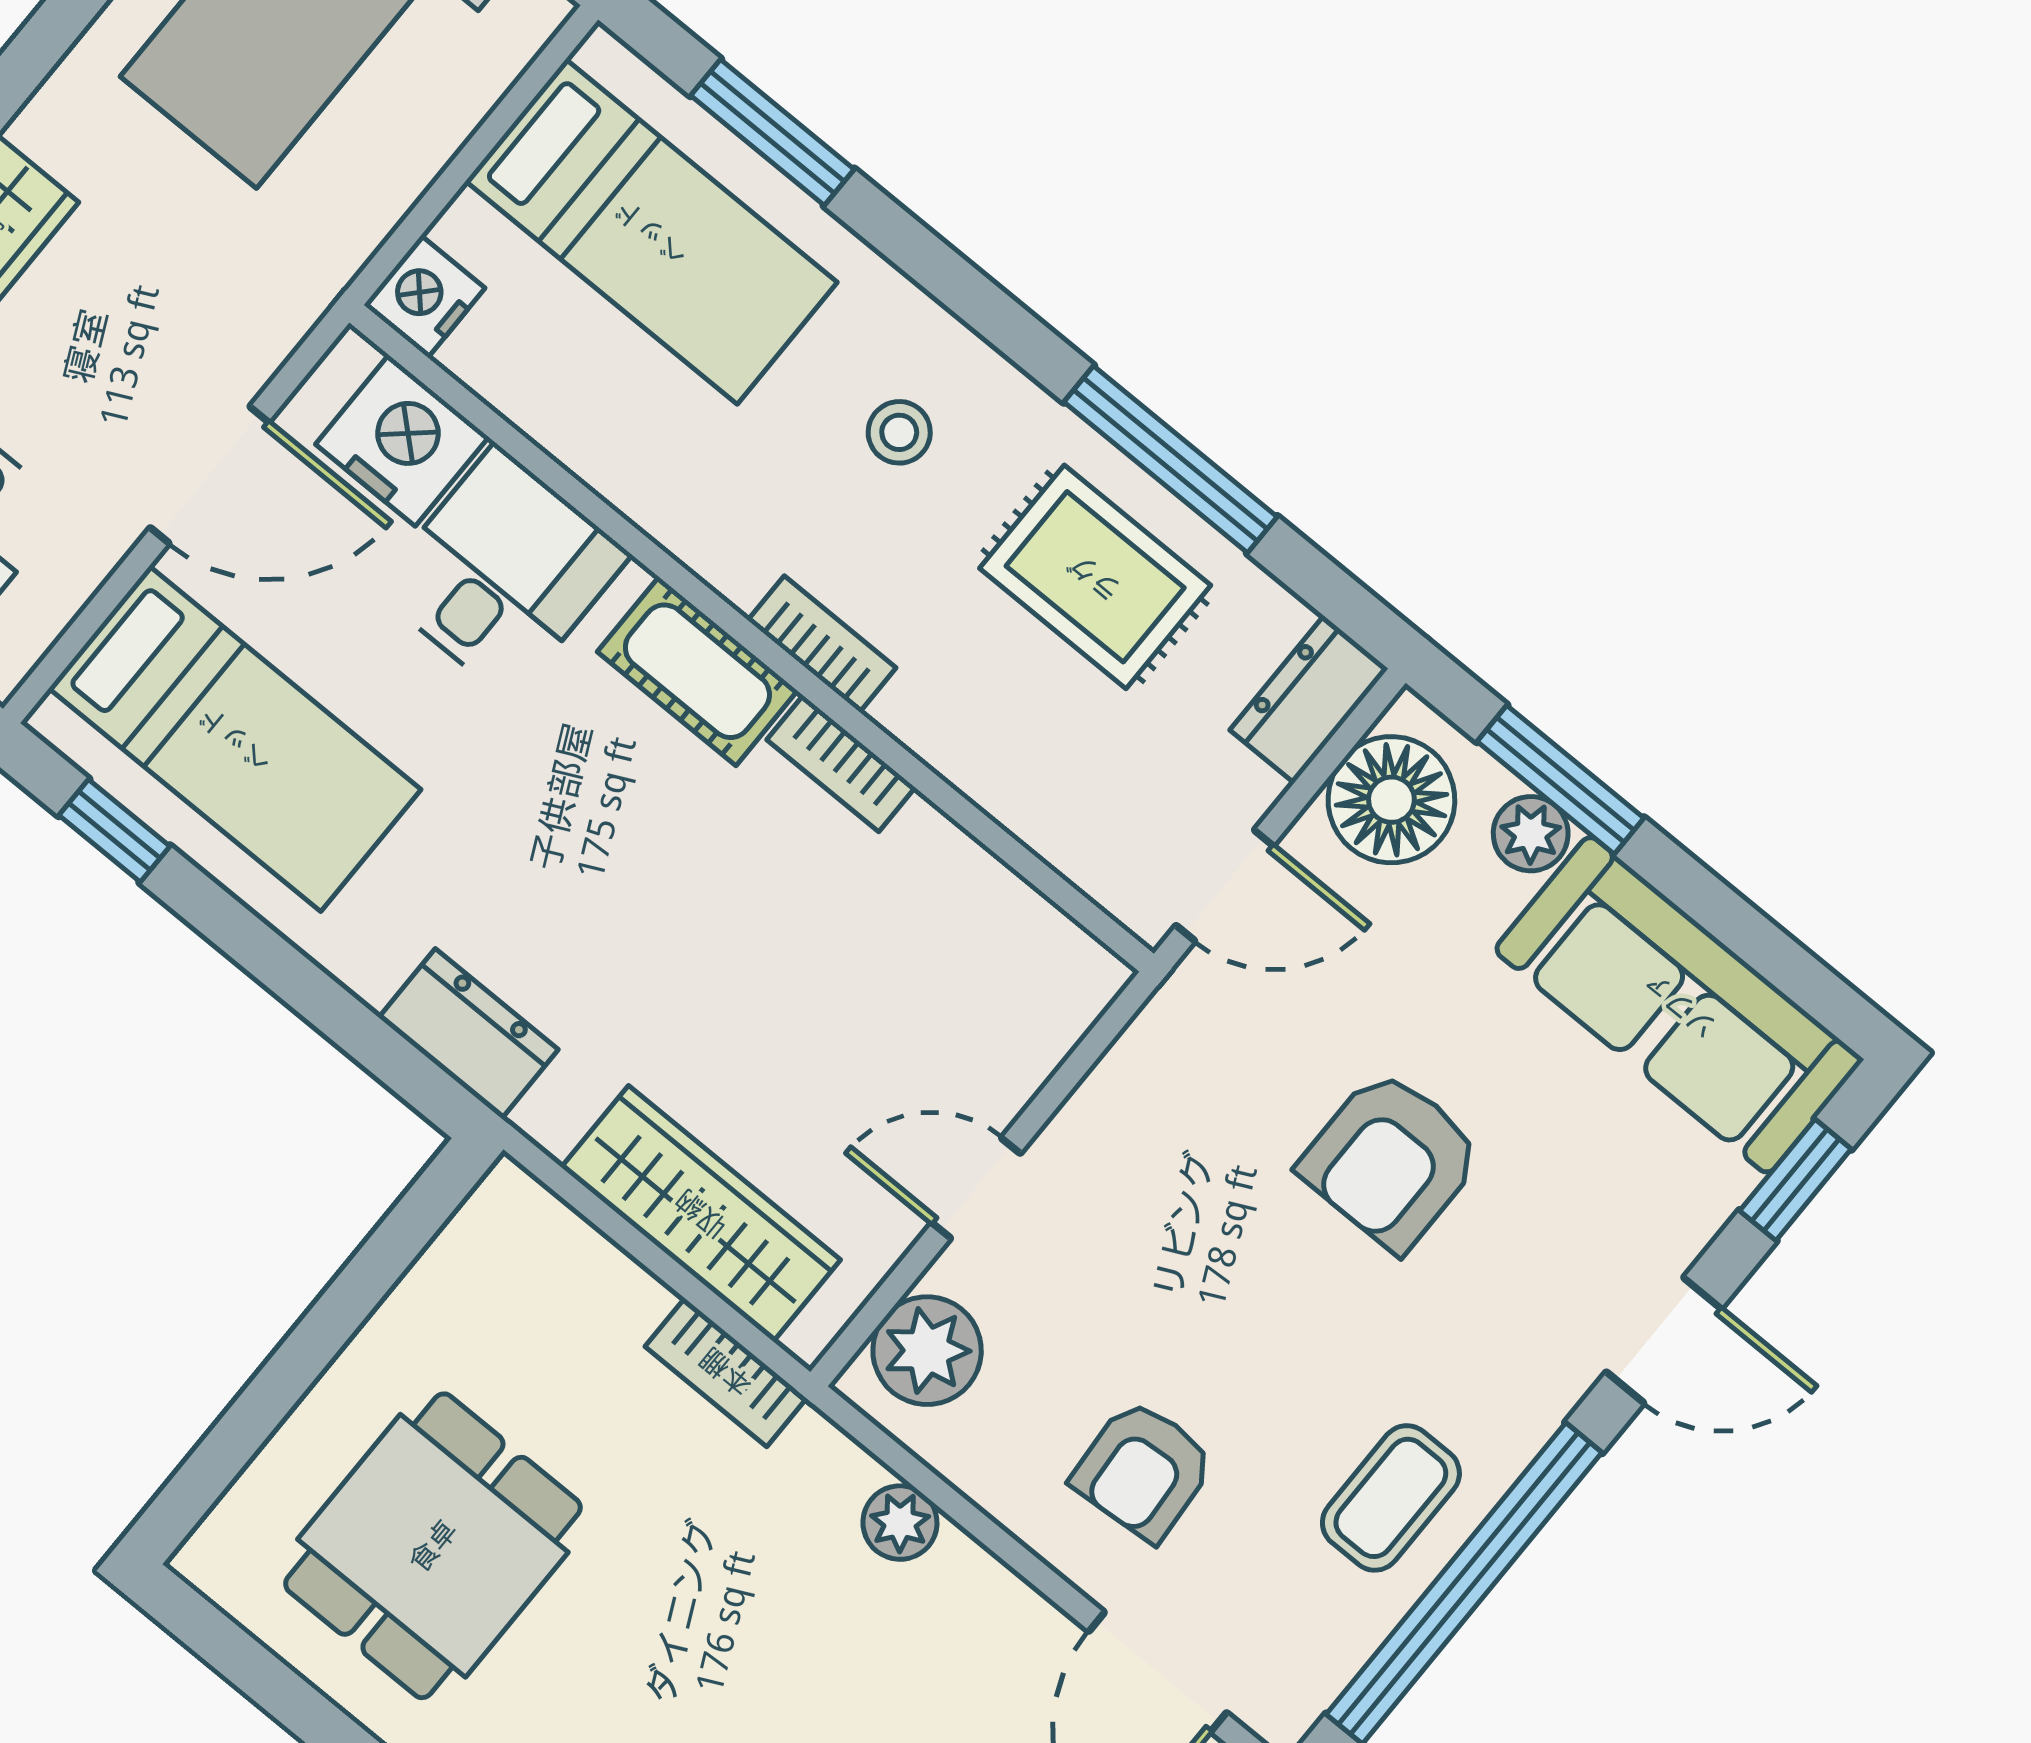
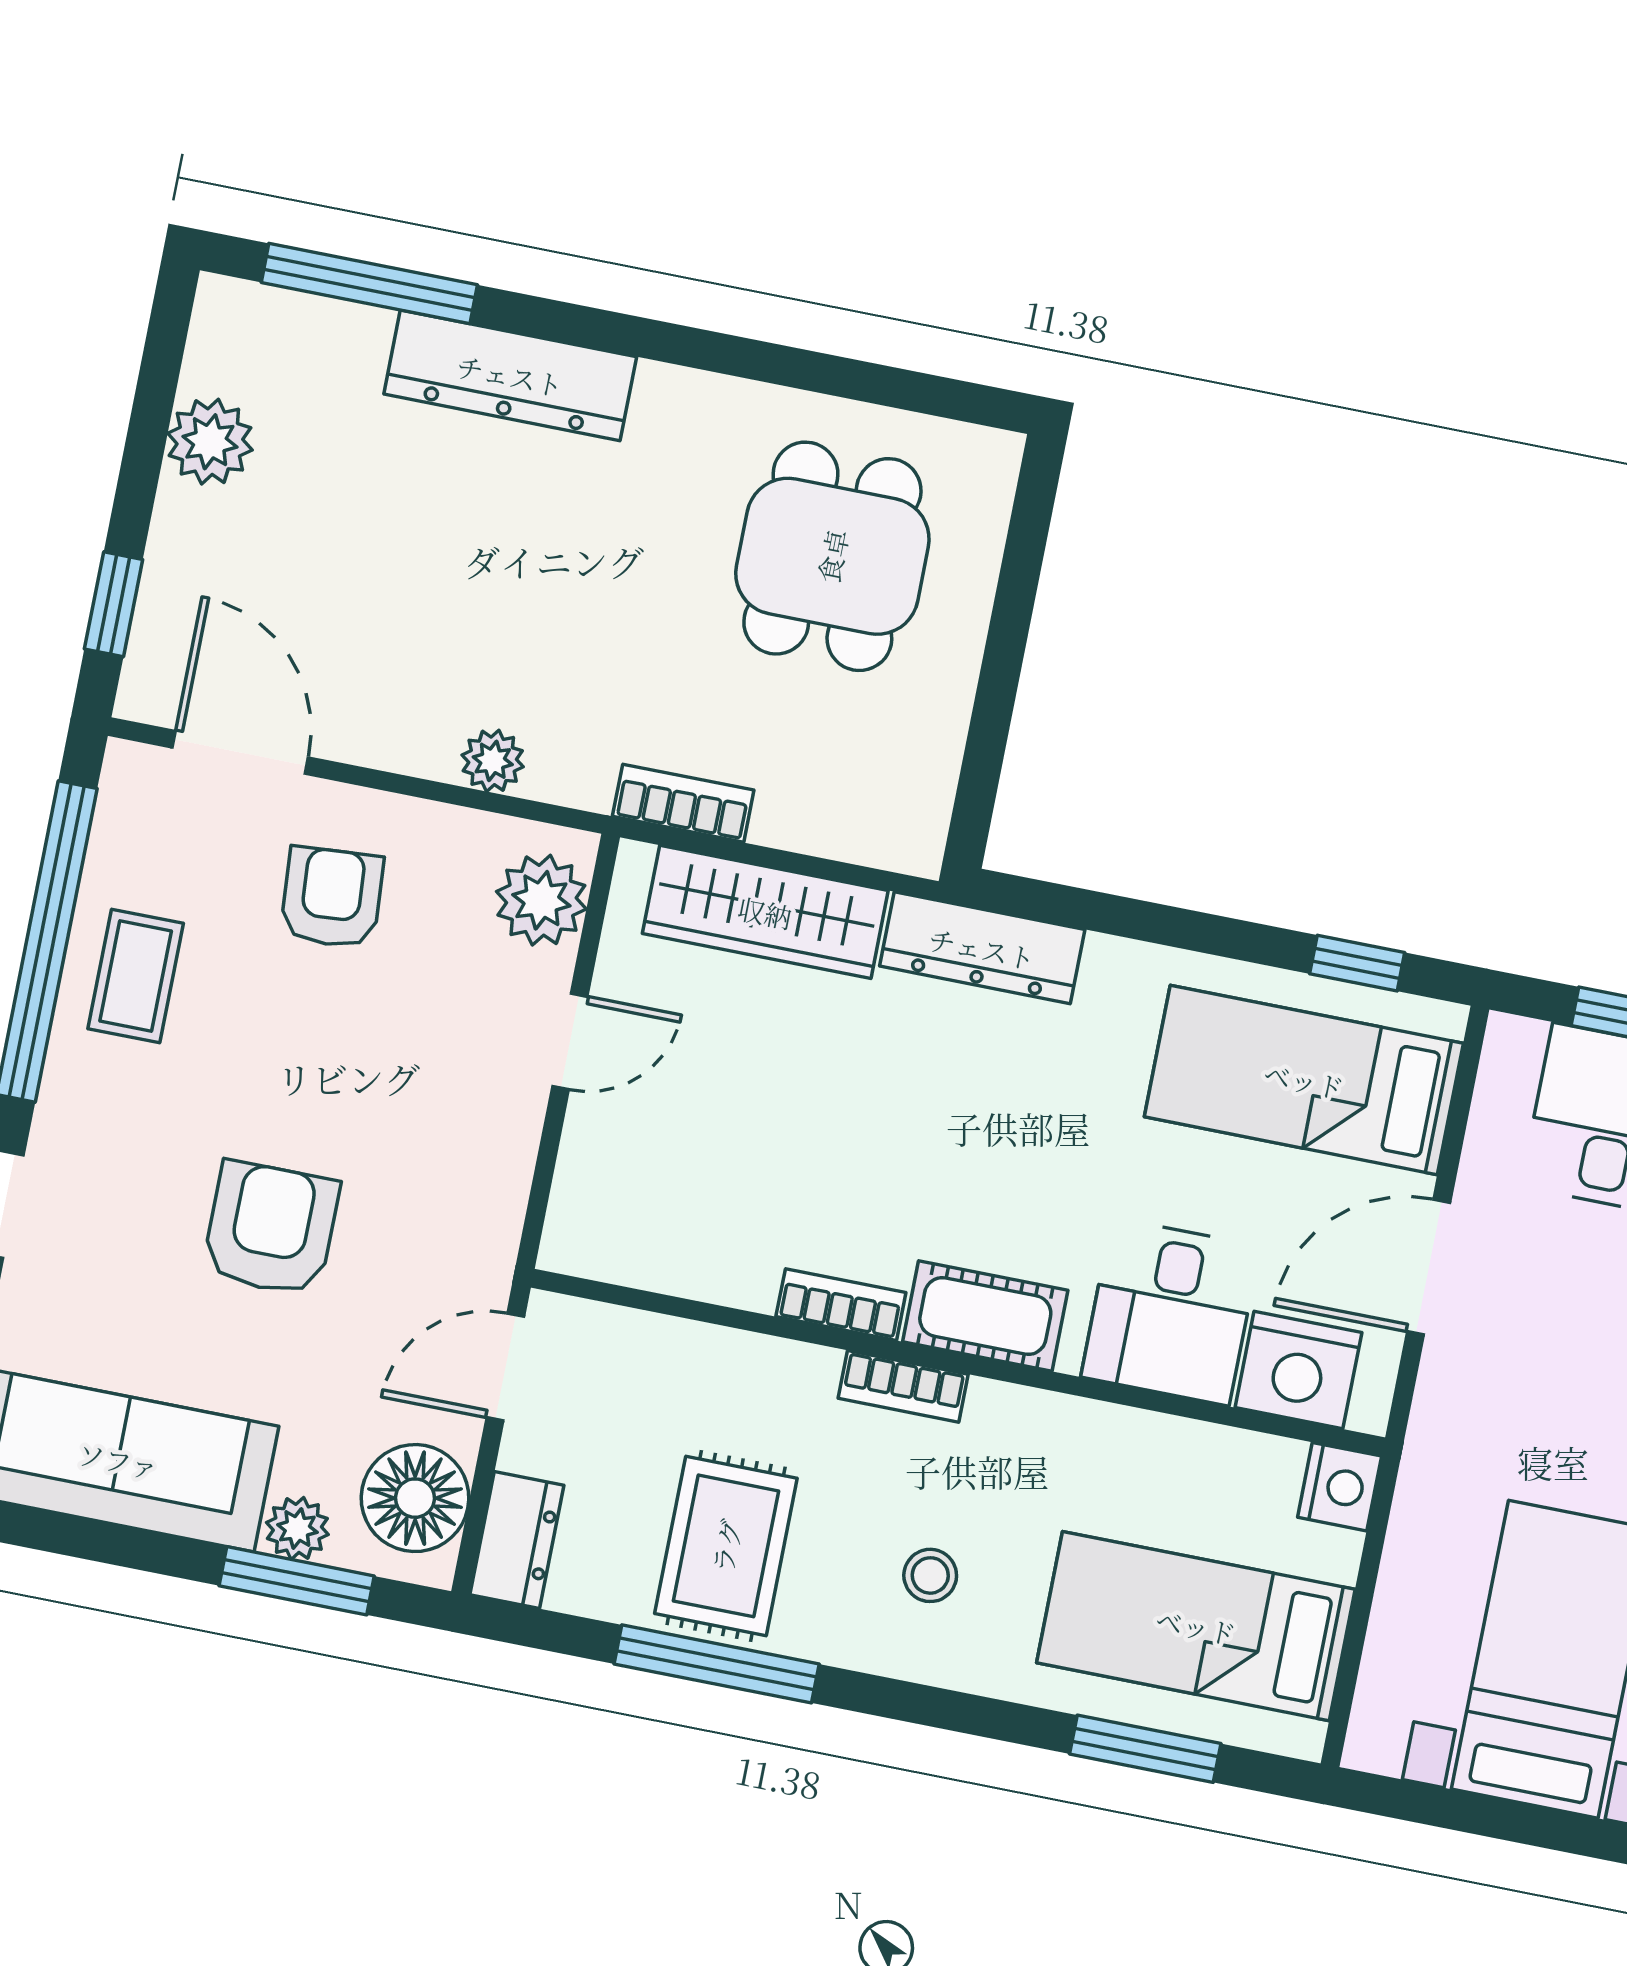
rug: (1095, 577) -> (726, 1546), turned 90
dresser: (469, 1033) -> (982, 948), width x1.44

